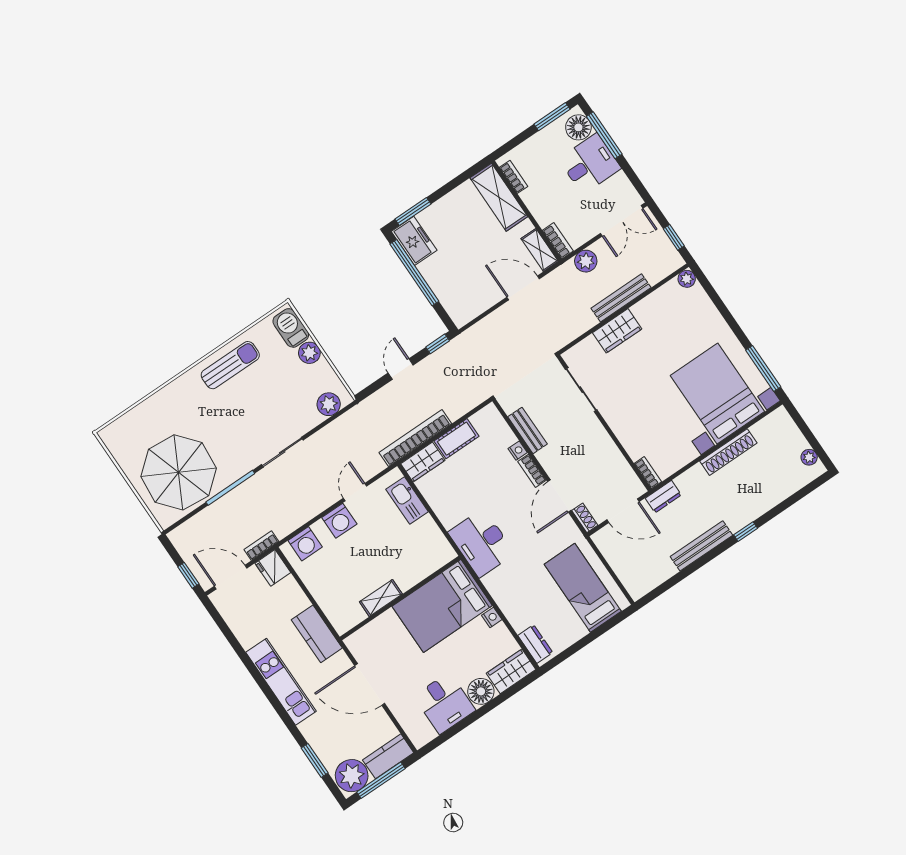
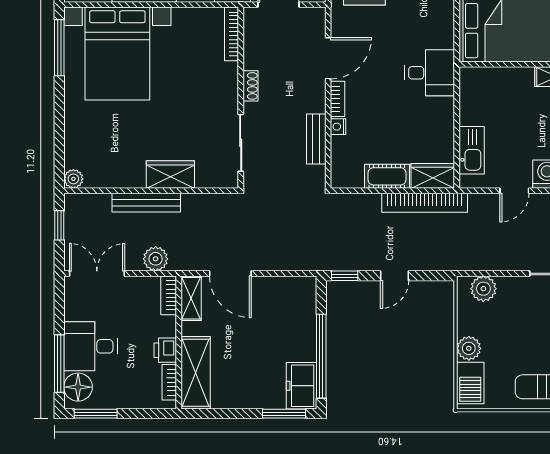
printer: (533, 199) -> (165, 350), added
bookcase: (648, 473) -> (232, 34), width x1.56
shoe rack: (585, 518) -> (250, 86), moved, turned 180
desk: (481, 543) -> (430, 73), width x0.73

